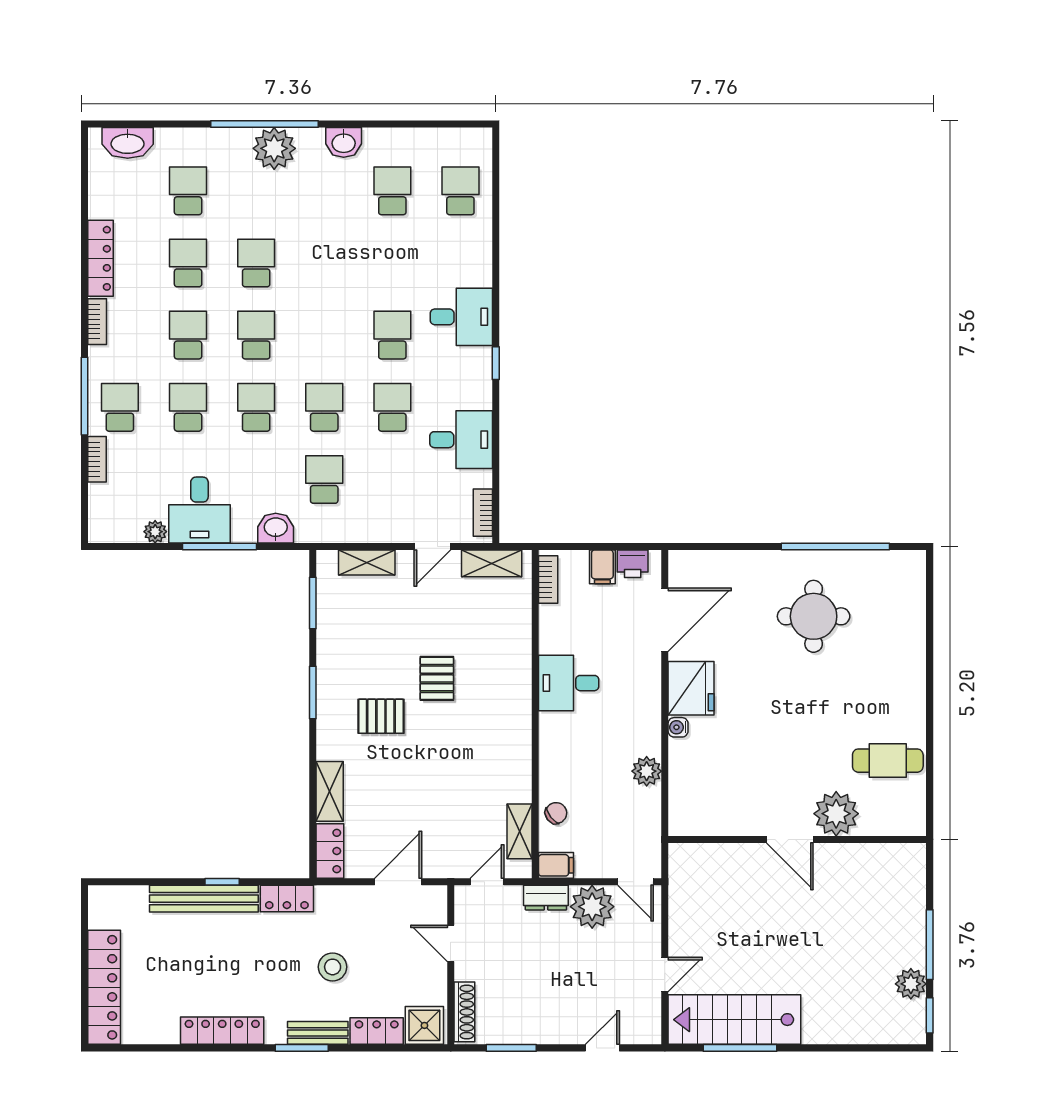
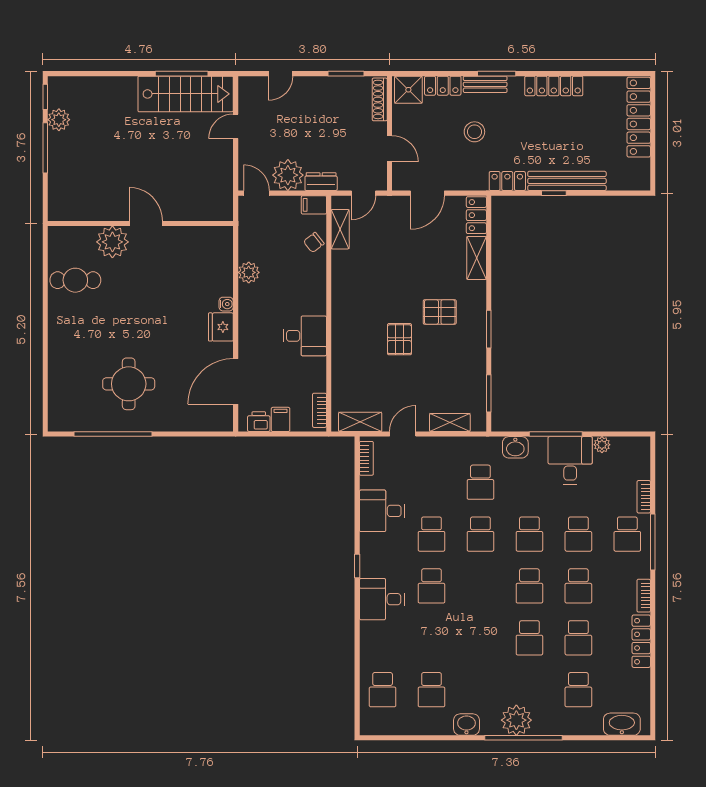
fridge: (691, 688) -> (221, 327), width x0.73, depth x0.75

